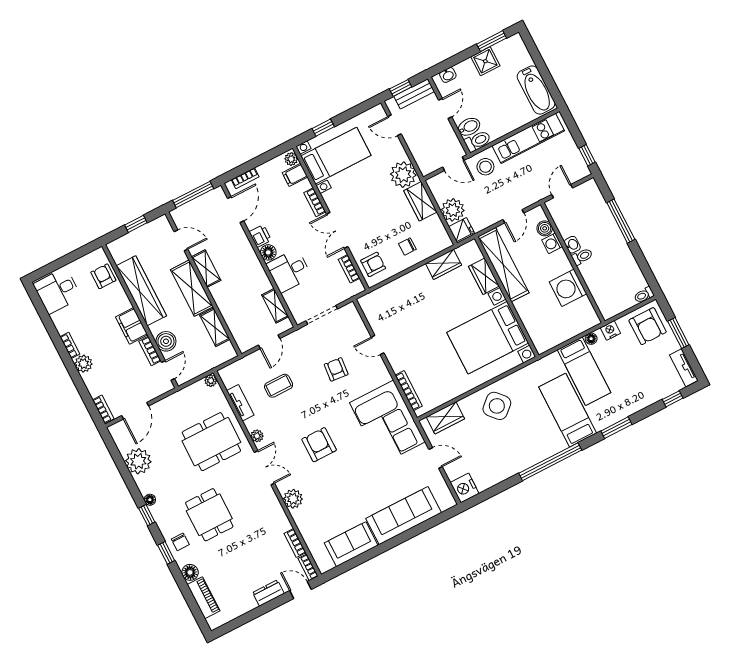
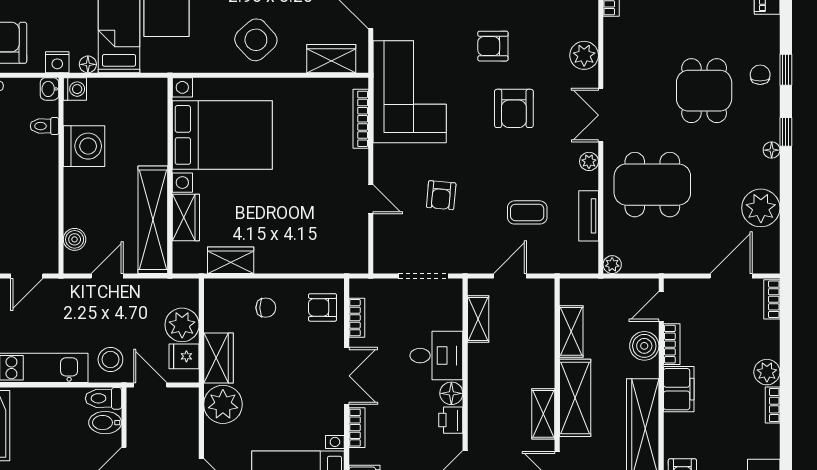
fridge: (461, 230) -> (184, 356), moved
washing machine: (552, 243) -> (75, 89), moved
washbasin: (572, 245) -> (49, 89), moved
toilet: (582, 256) -> (44, 126), moved
armchair: (351, 476) -> (493, 46), added
floor lamp: (190, 572) -> (768, 28), removed

